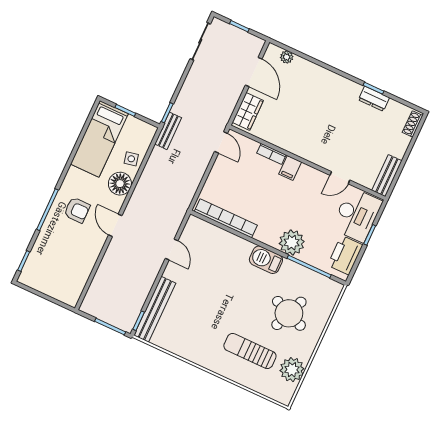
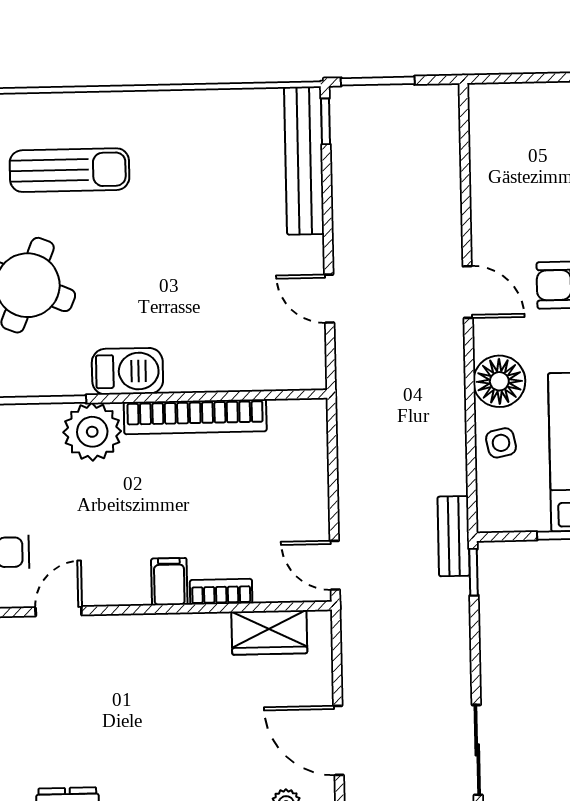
wardrobe: (248, 111) -> (269, 632), moved, turned -90
bookcase: (226, 218) -> (195, 417), moved

